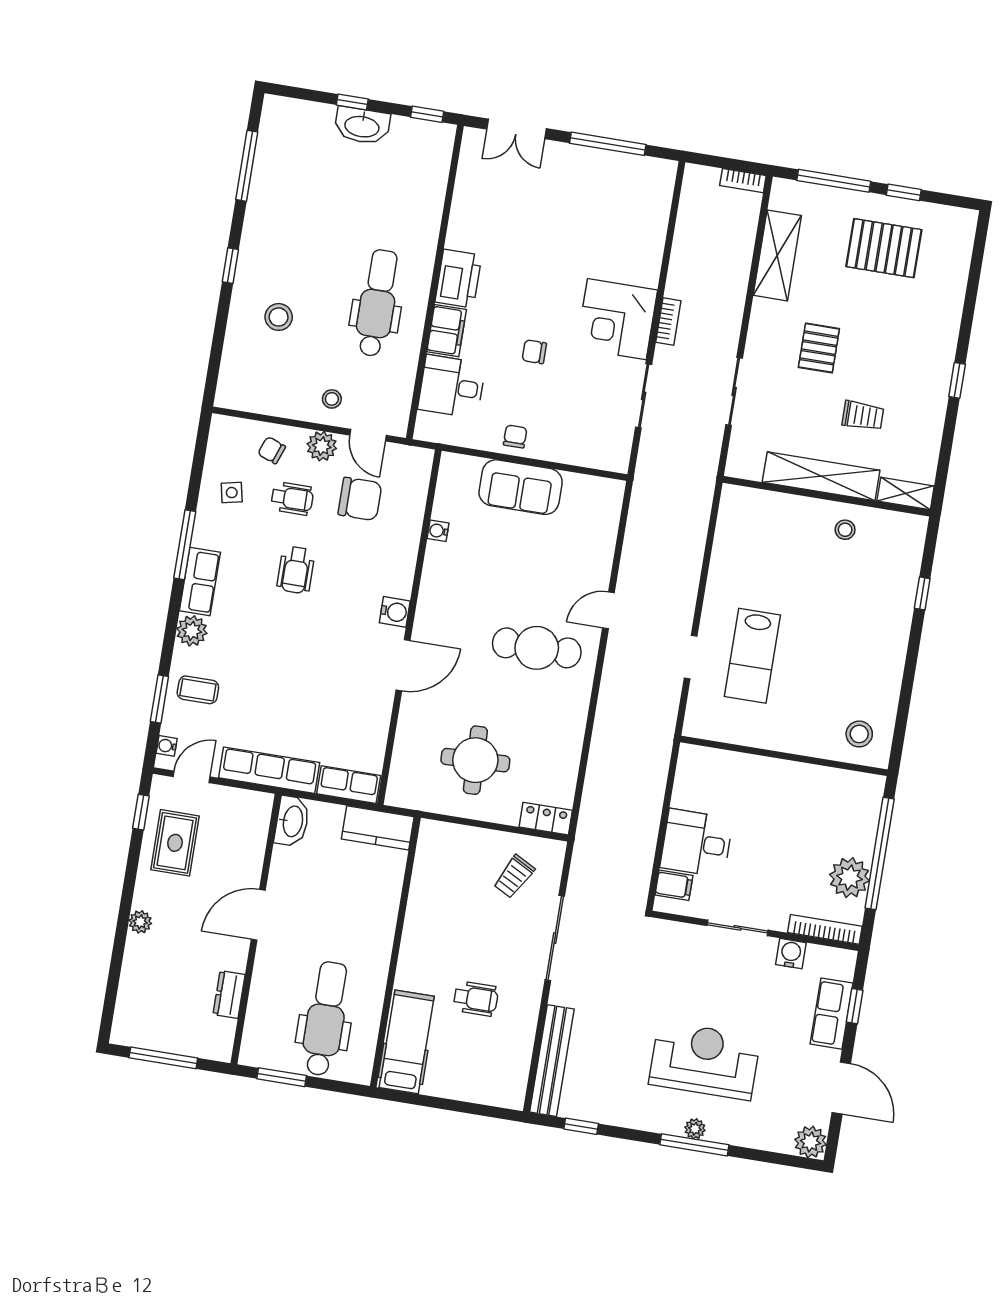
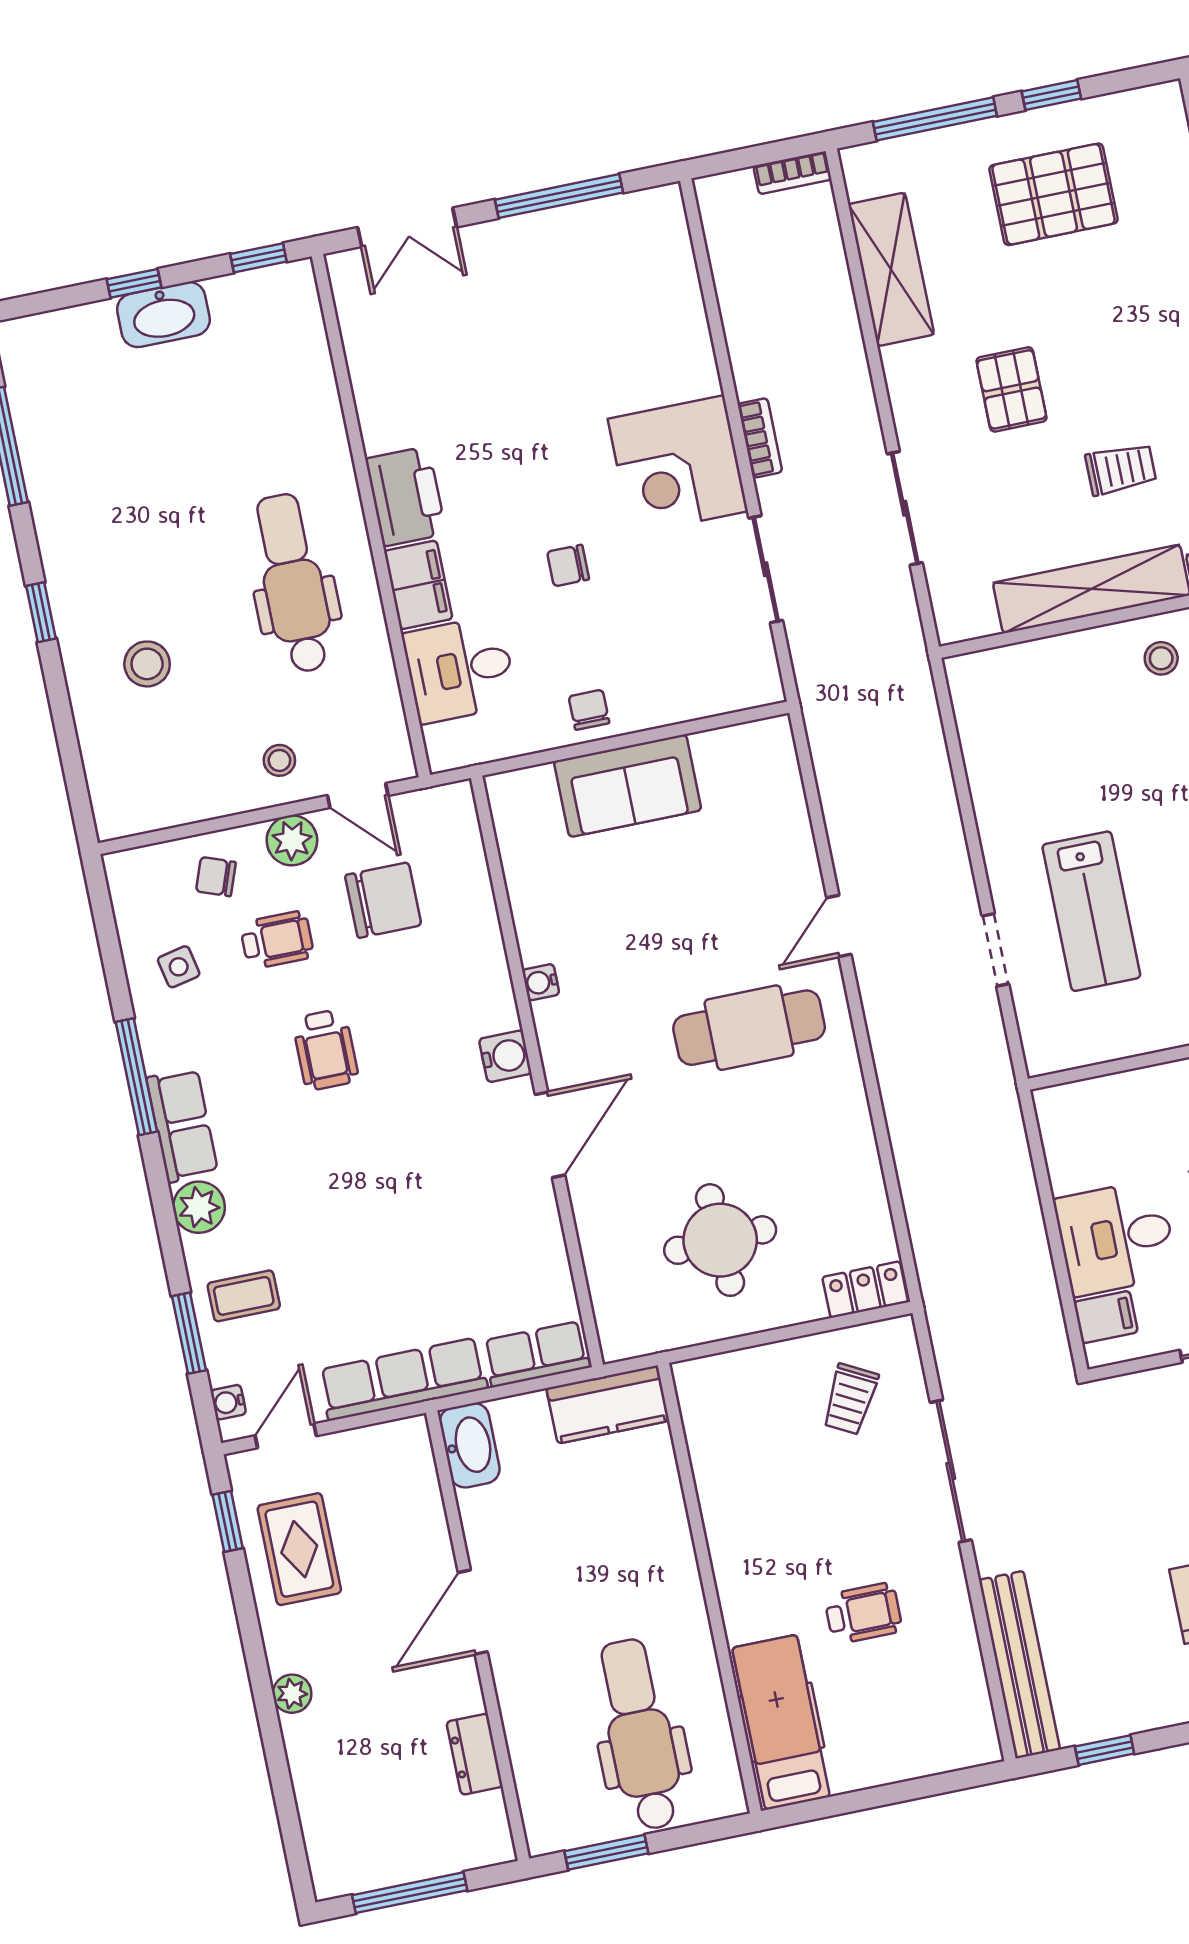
water cooler: (438, 531) -> (541, 982), moved

